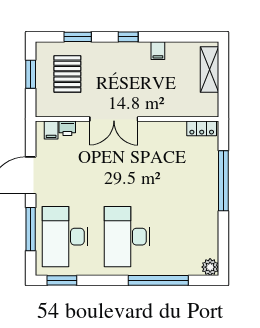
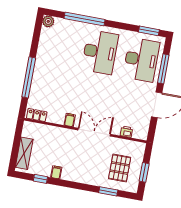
window: (128, 37) -> (40, 179), moved
filing cabinet: (51, 130) -> (70, 120), moved

